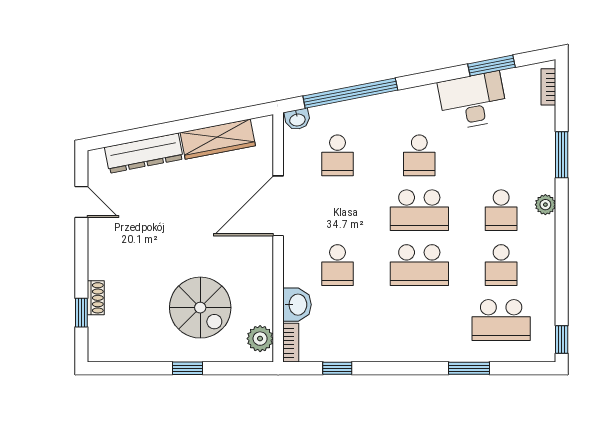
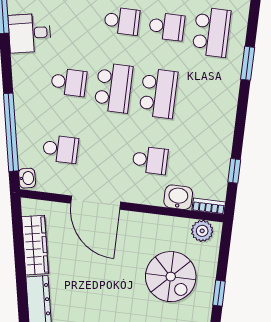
desk: (473, 101) -> (30, 33), width x0.73
spiral stairs: (200, 308) -> (171, 277), turned 90

